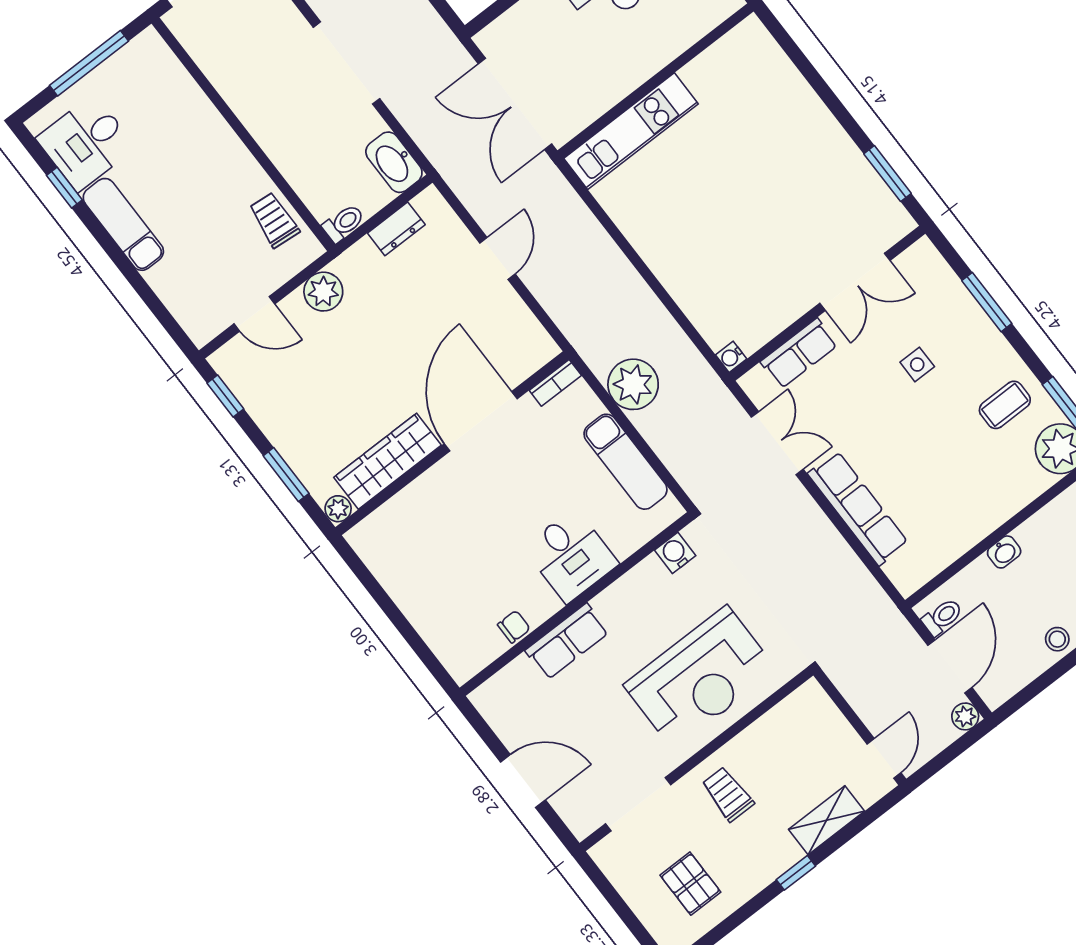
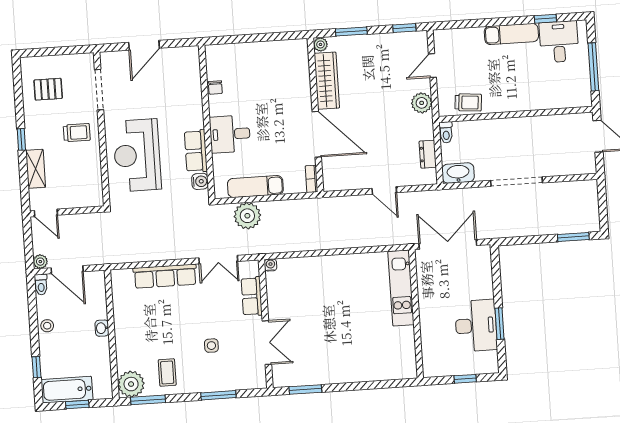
double door: (855, 282) -> (267, 343), swing flipped
plant: (633, 384) -> (247, 216), moved
toilet: (942, 617) -> (41, 285), moved
row of seats: (567, 641) -> (196, 151), moved

